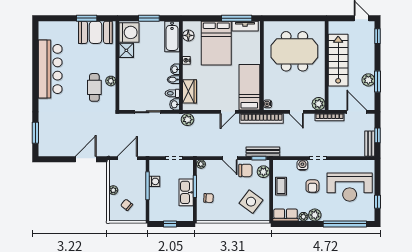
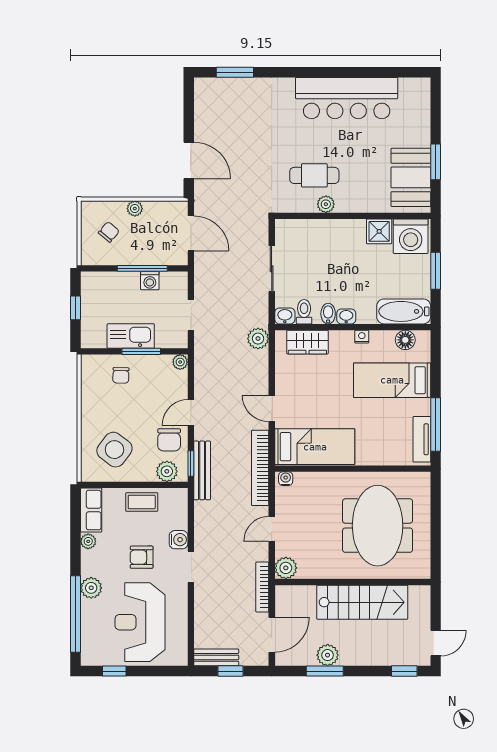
bed: (216, 43) -> (392, 380), width x0.67
plant: (315, 215) -> (91, 588), moved

